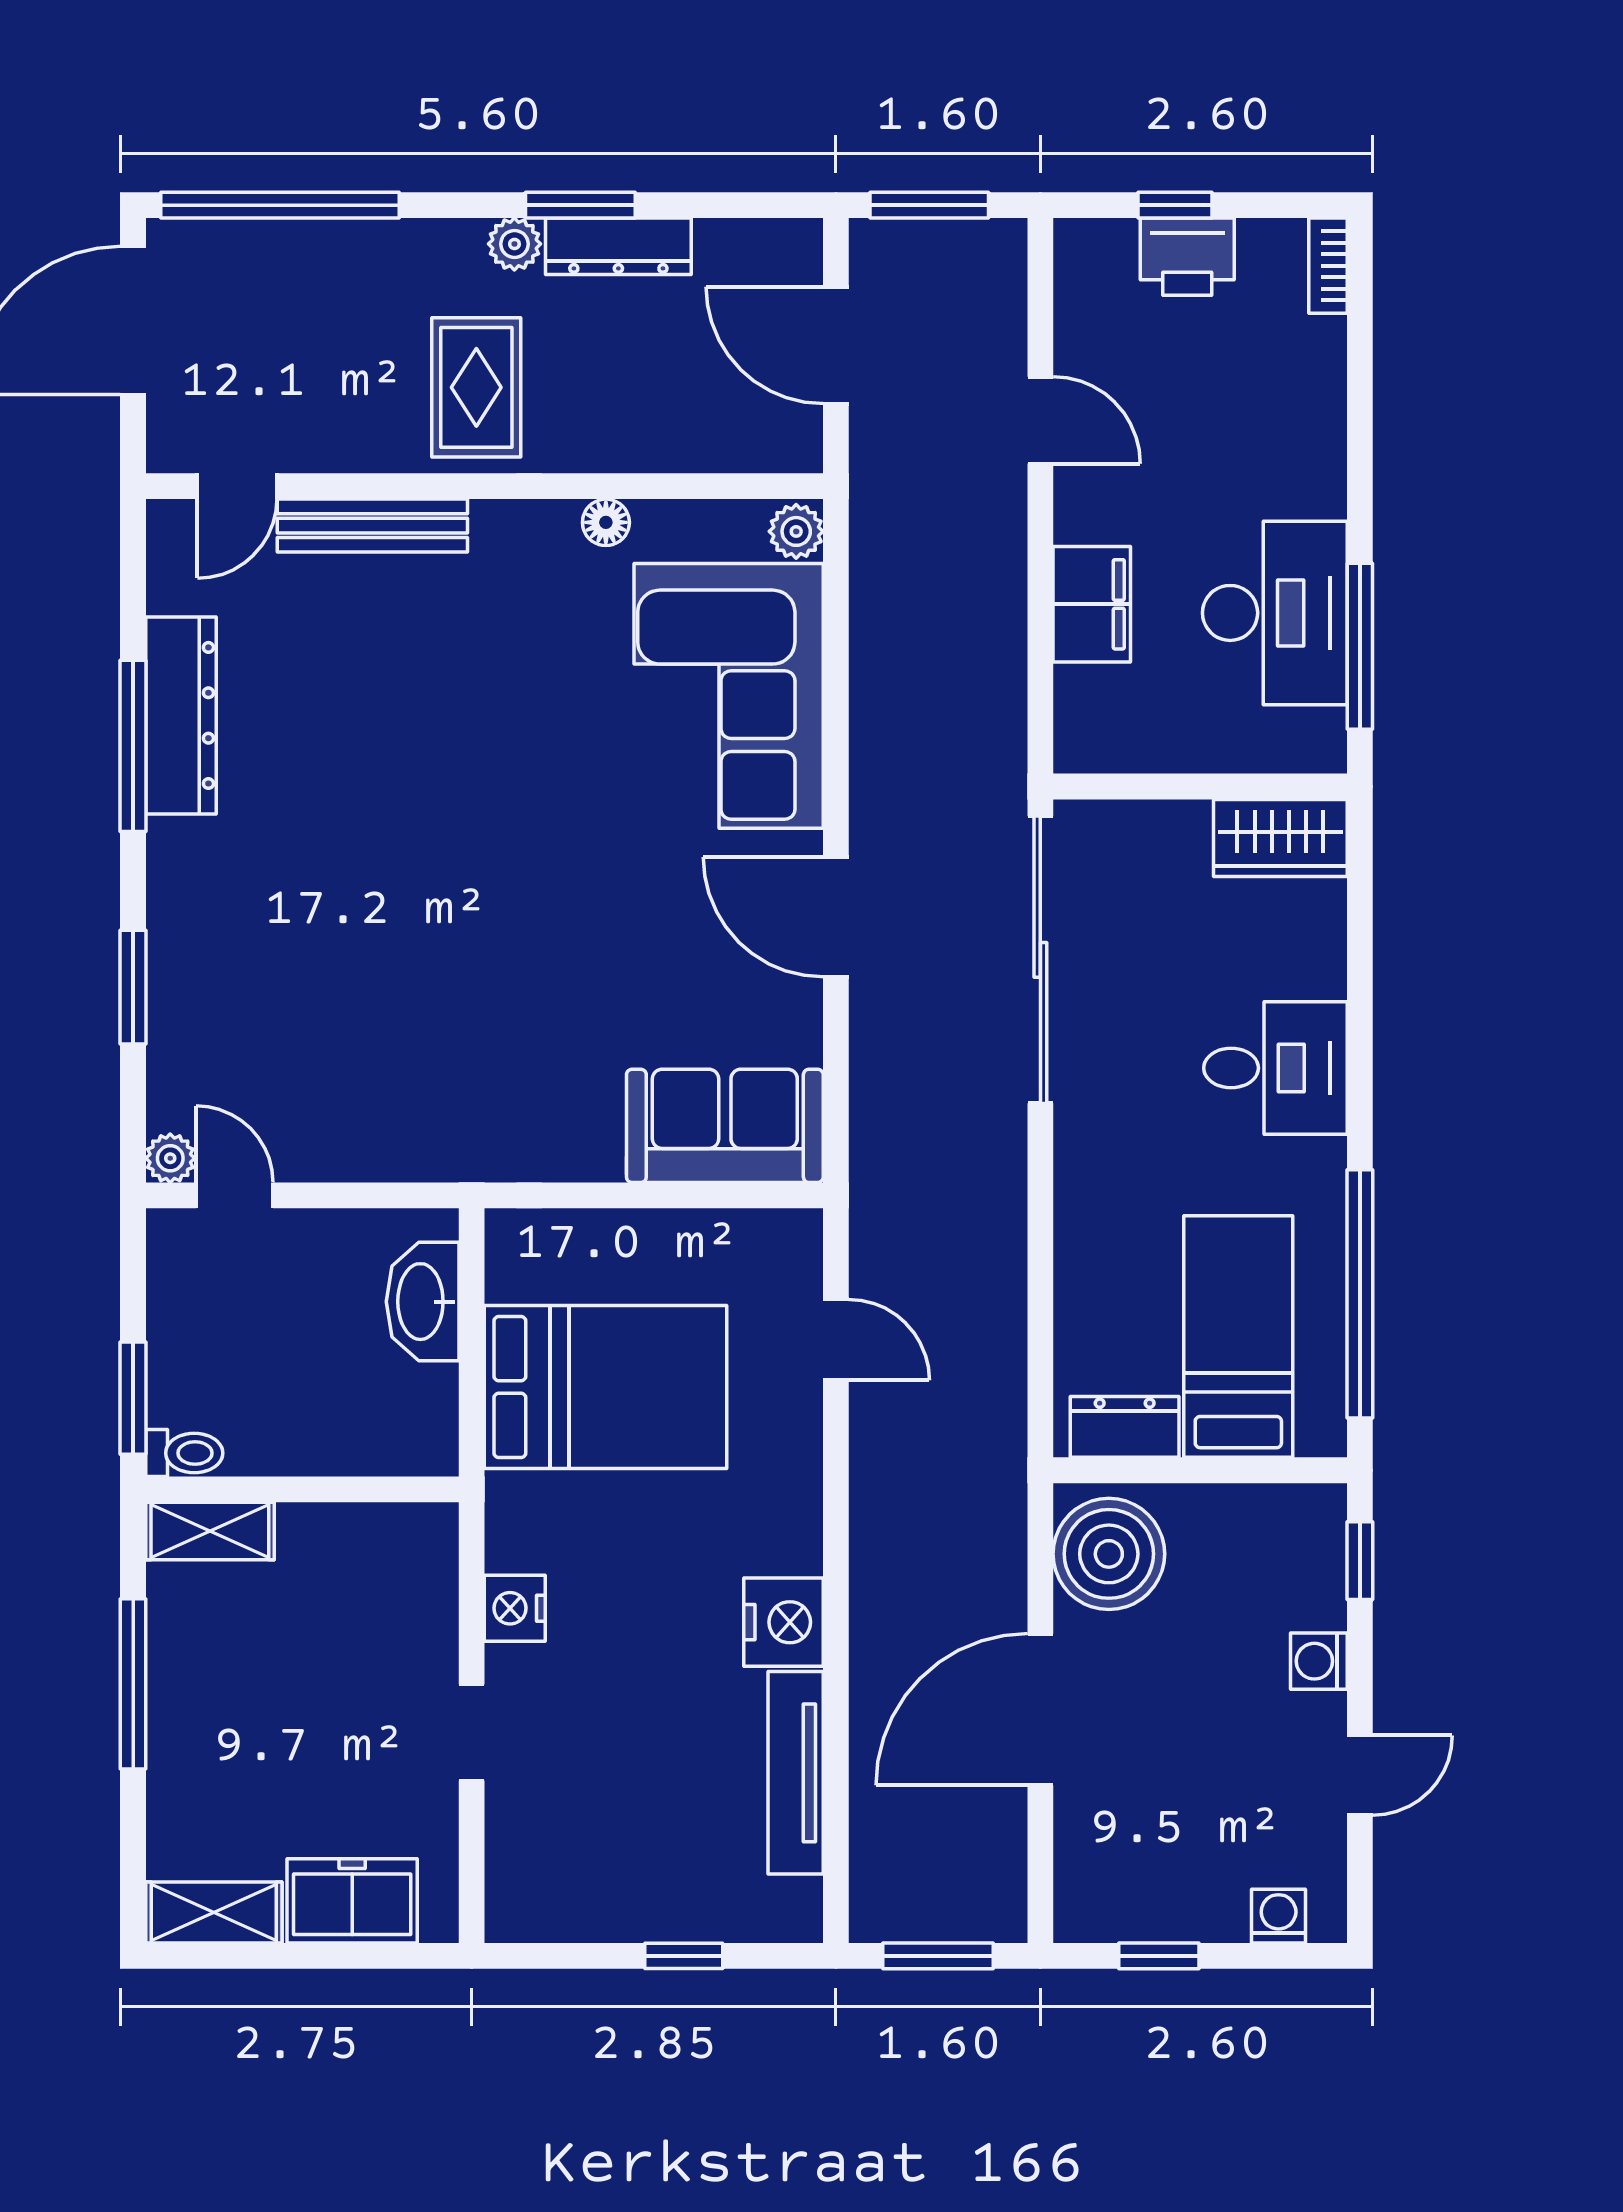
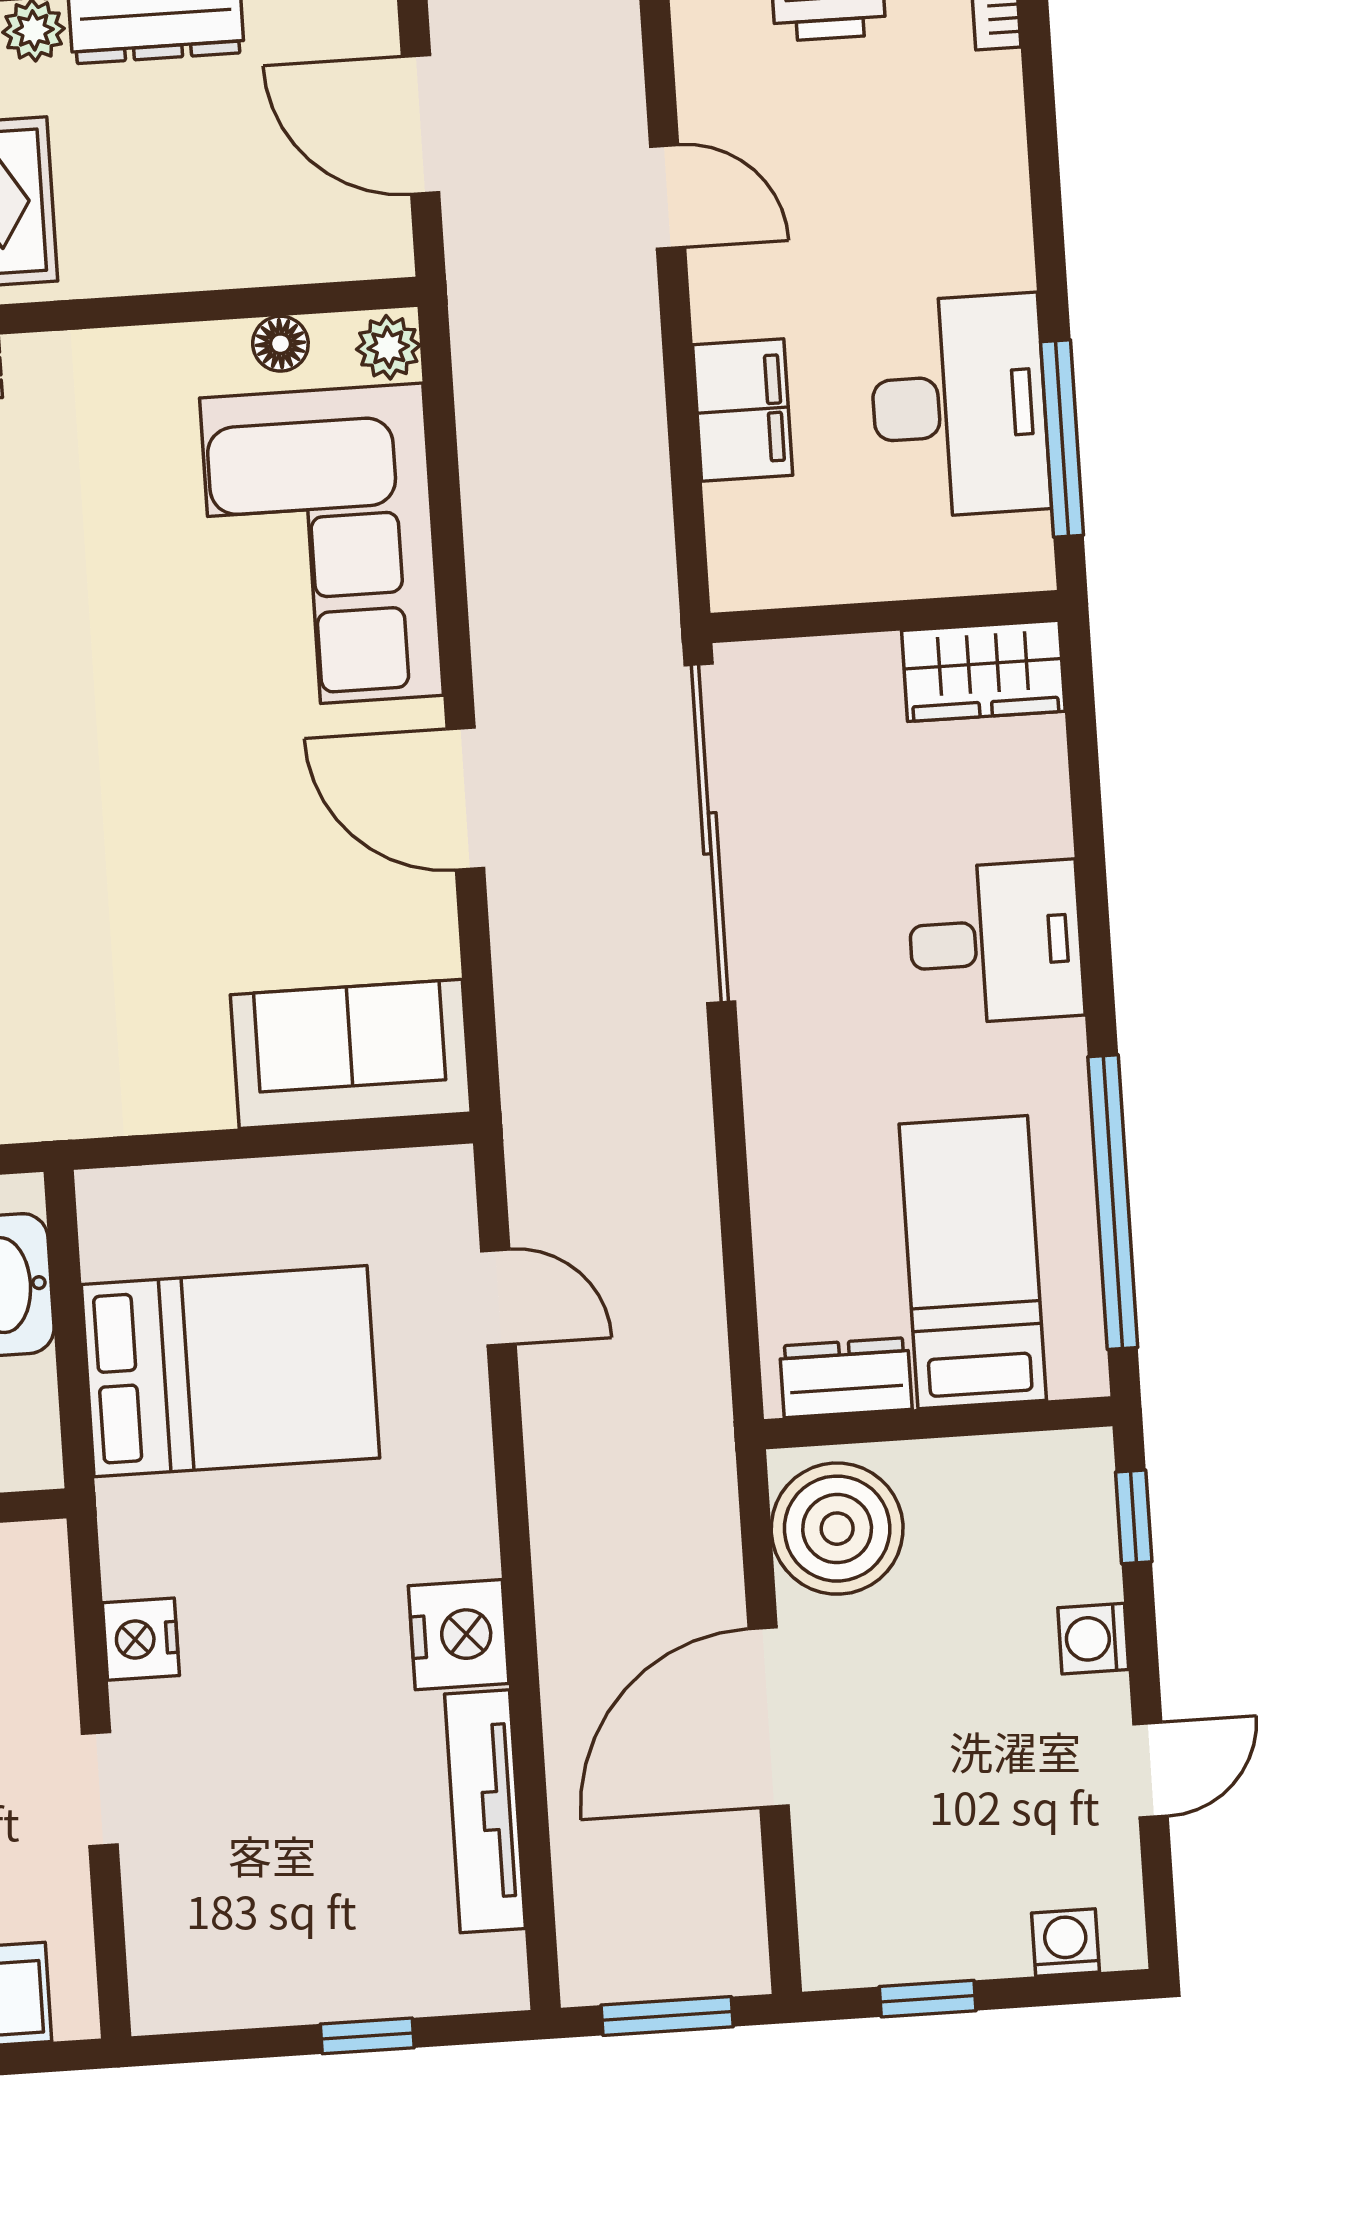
floor lamp: (606, 522) -> (280, 344), moved

